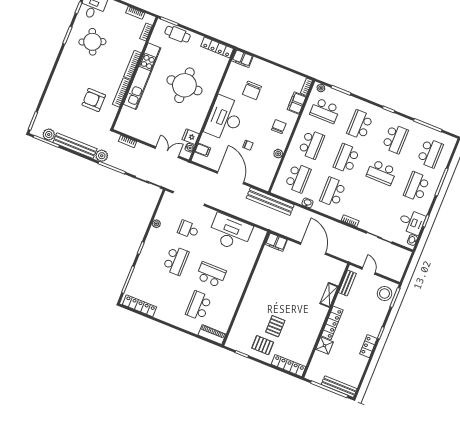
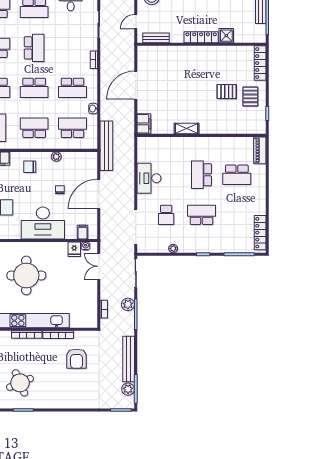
plant: (102, 156) -> (128, 304), moved
desk: (230, 232) -> (149, 178), width x0.73, depth x0.77
shelving: (329, 295) -> (187, 129), moved

